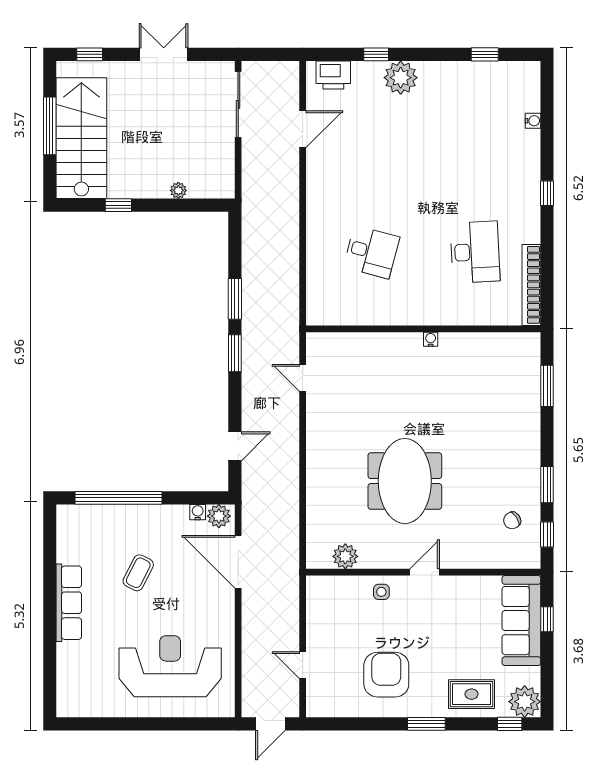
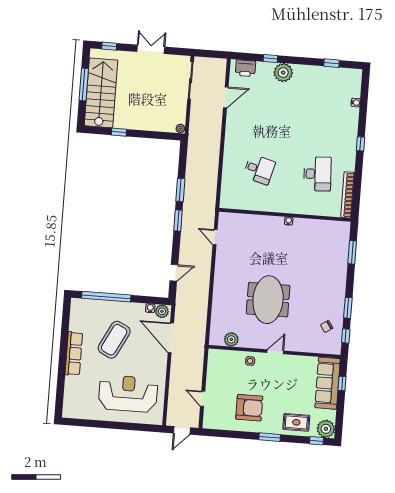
plant: (178, 190) -> (180, 128), moved
coffee table: (138, 573) -> (114, 340), width x1.86, depth x1.72
armchair: (386, 675) -> (249, 408), turned 90

